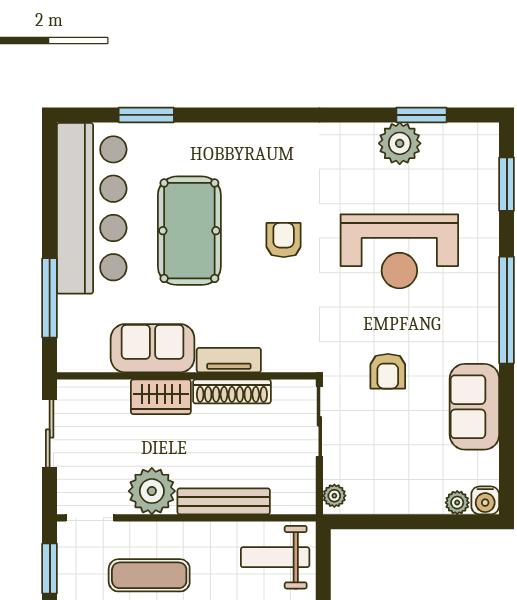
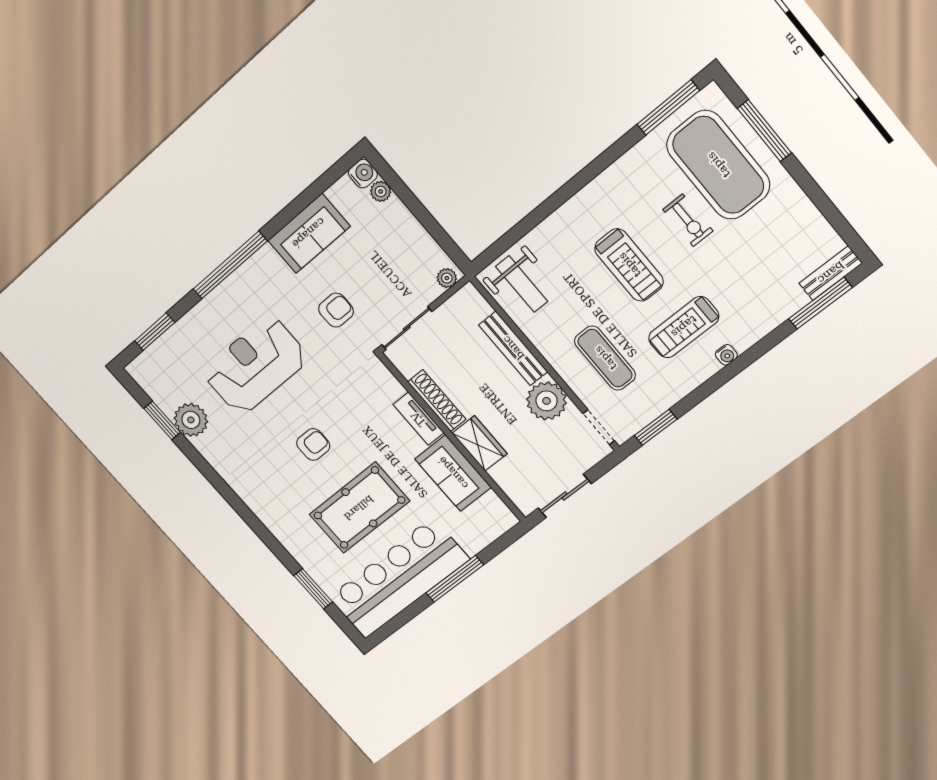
armchair: (284, 240) -> (313, 444), turned 180
reception desk: (399, 251) -> (255, 365), turned -90
window: (50, 298) -> (455, 579), moved

